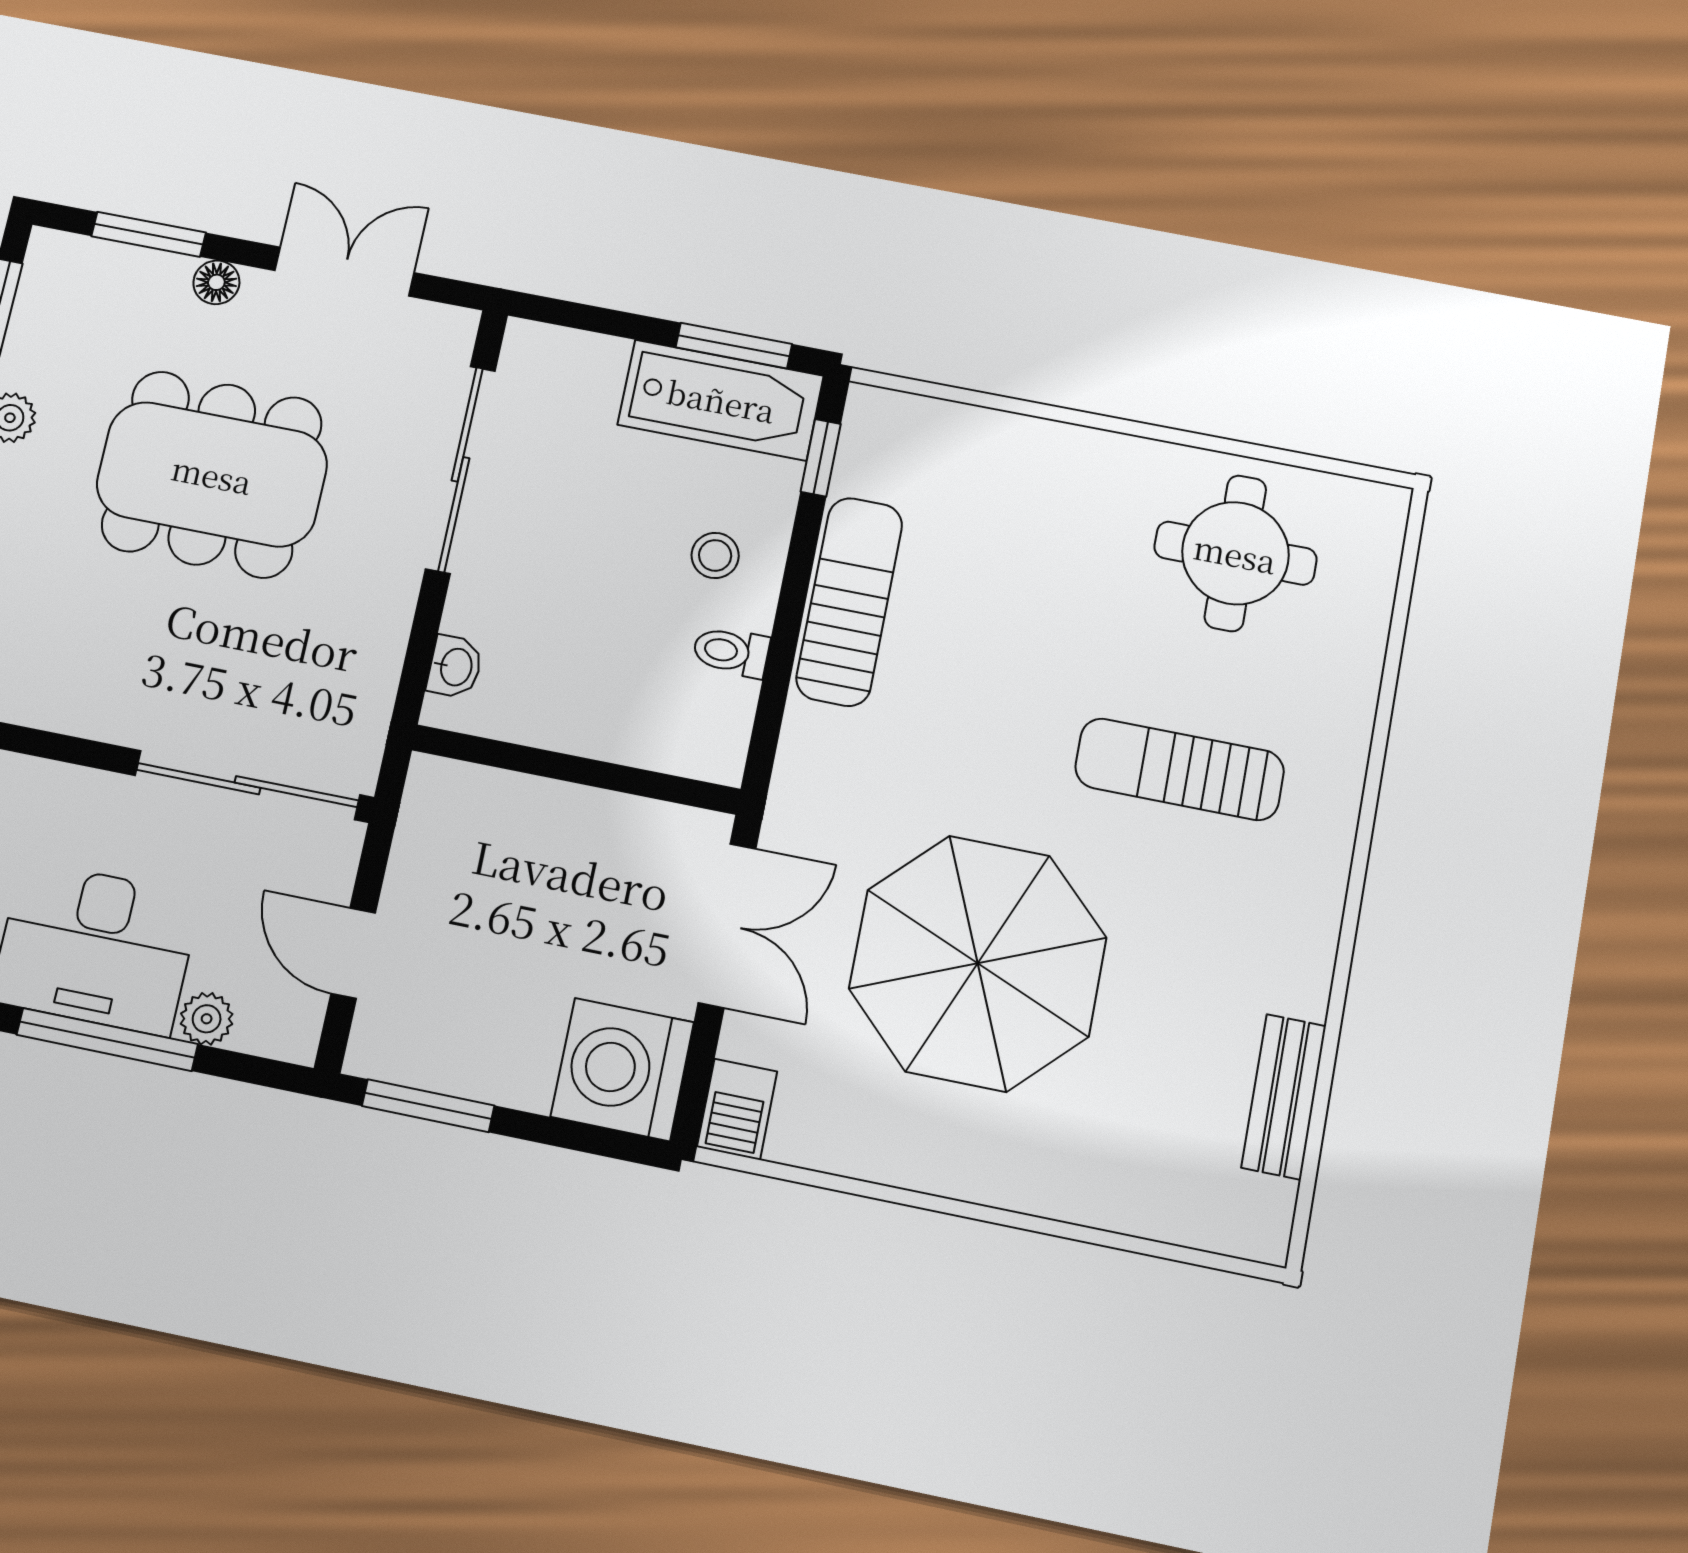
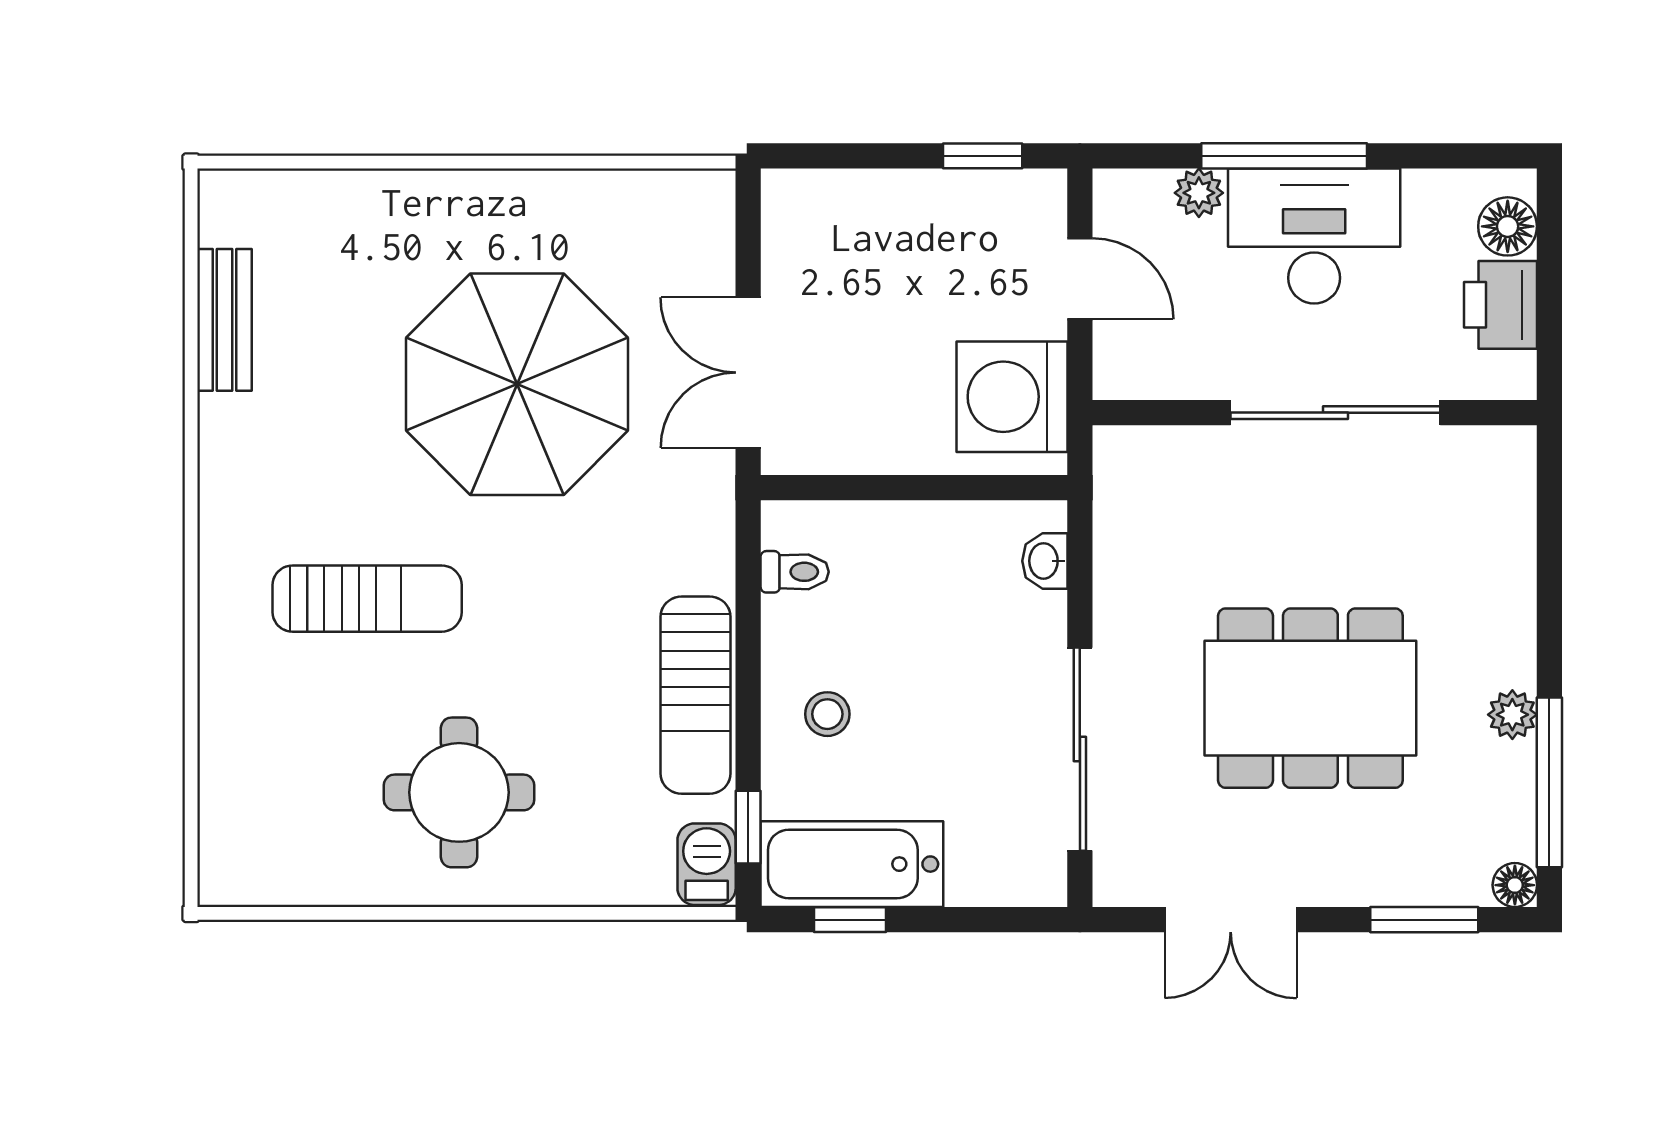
floor lamp: (216, 282) -> (1515, 885), moved
window: (734, 346) -> (850, 920), width x0.67
round table: (1235, 553) -> (459, 792), moved
toilet: (731, 652) -> (795, 572), moved
sliding door: (247, 785) -> (1335, 413), moved
washing machine: (622, 1069) -> (1012, 397), moved, turned 180
window: (428, 1106) -> (983, 156), width x0.67
barbecue: (737, 1109) -> (707, 864), moved

